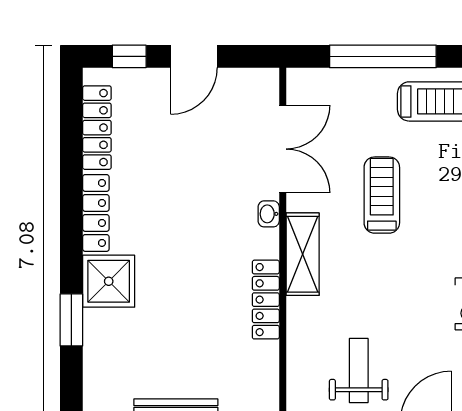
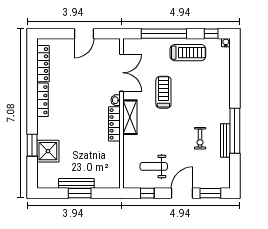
window: (129, 56) -> (57, 34), removed
shower: (109, 281) -> (48, 151), moved
locker: (266, 300) -> (114, 124), moved
weight bench: (359, 371) -> (154, 166), turned -90

